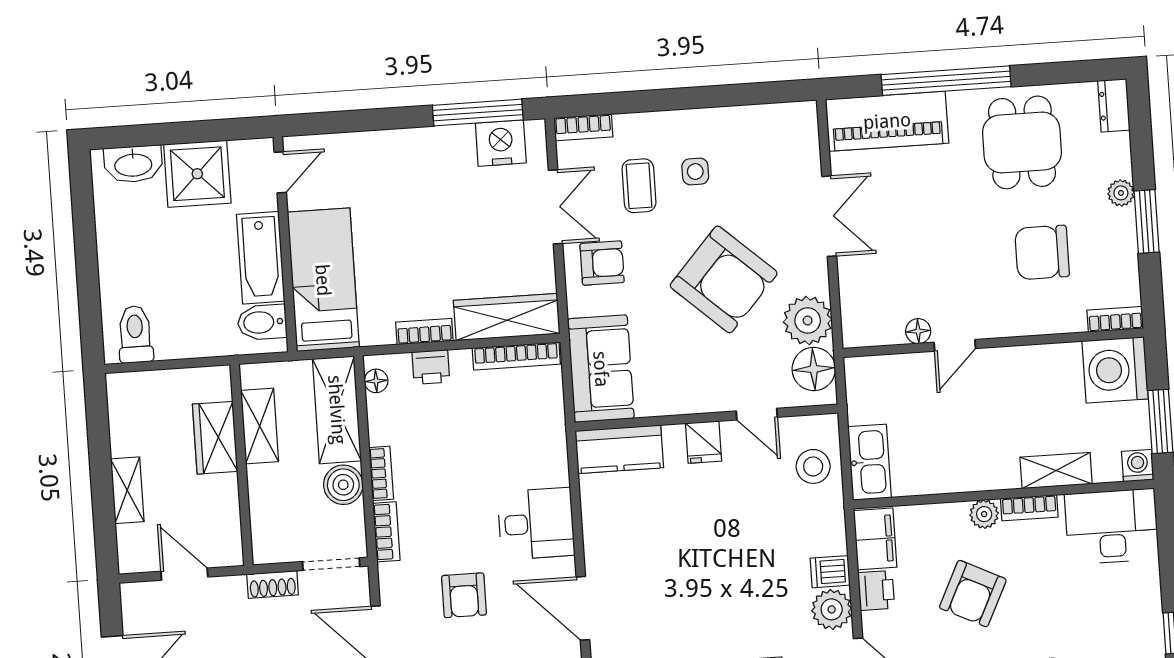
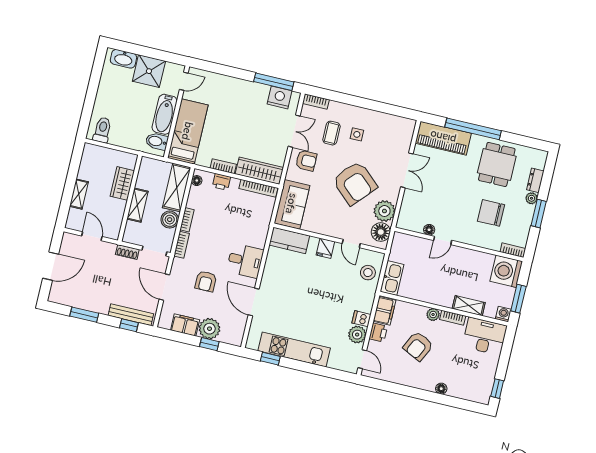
dresser: (1114, 105) -> (535, 180), moved
shelving: (260, 426) -> (137, 205), moved

